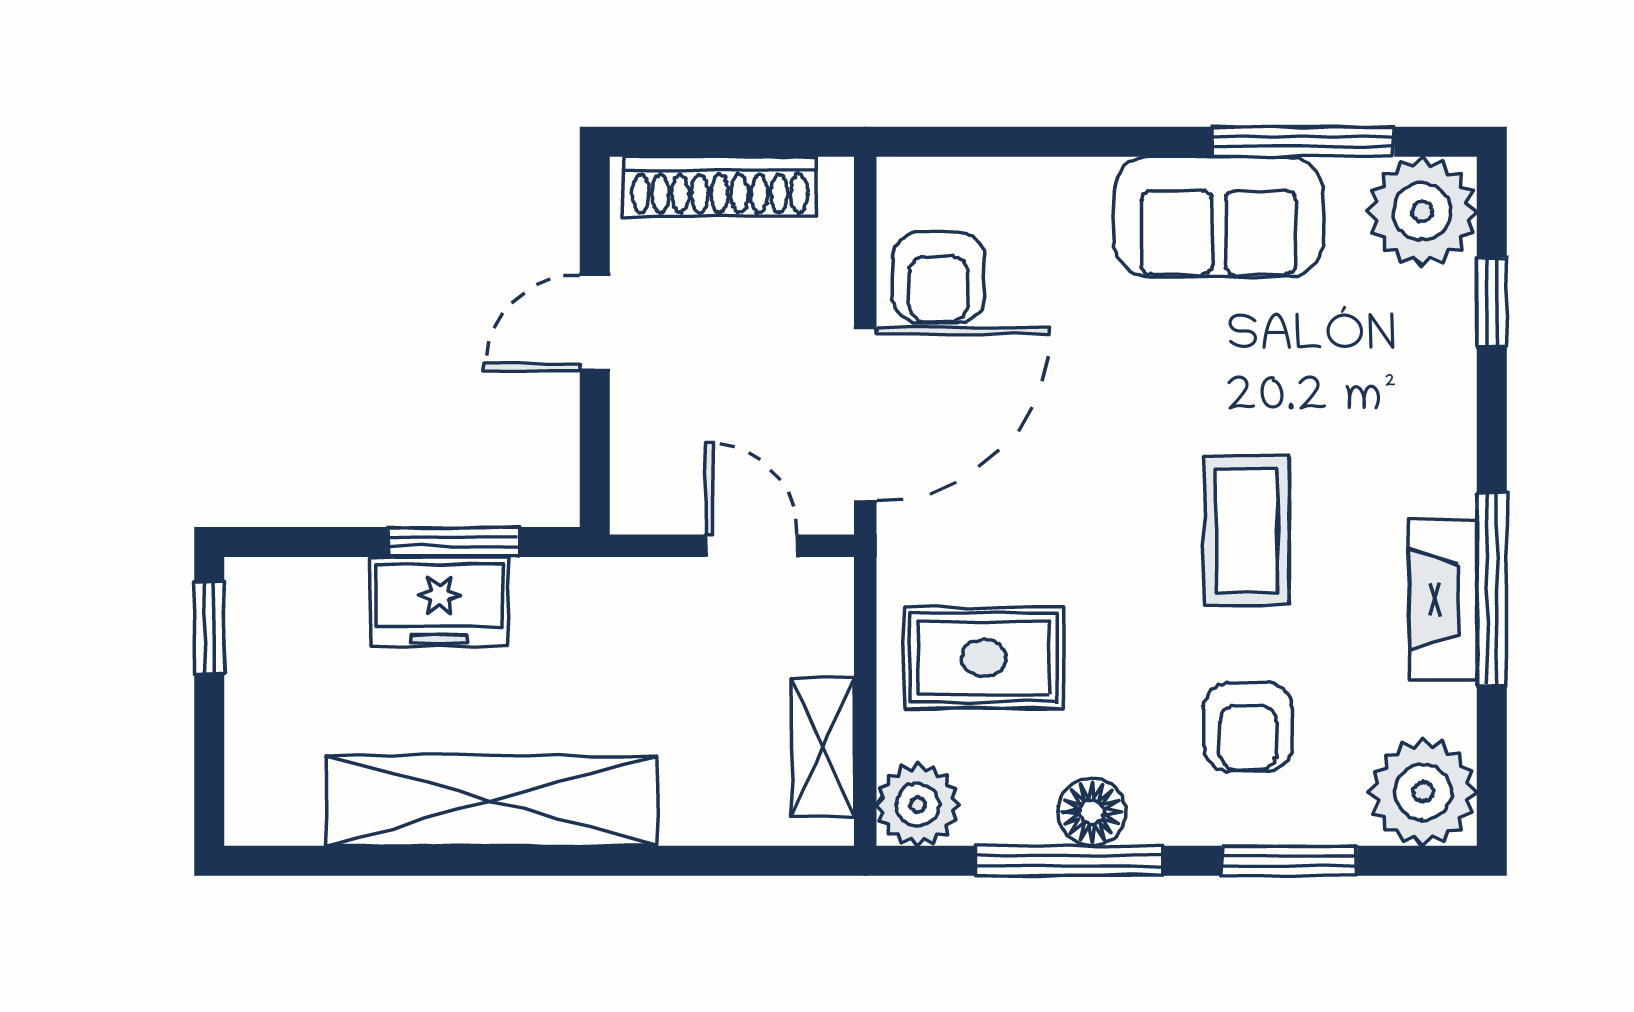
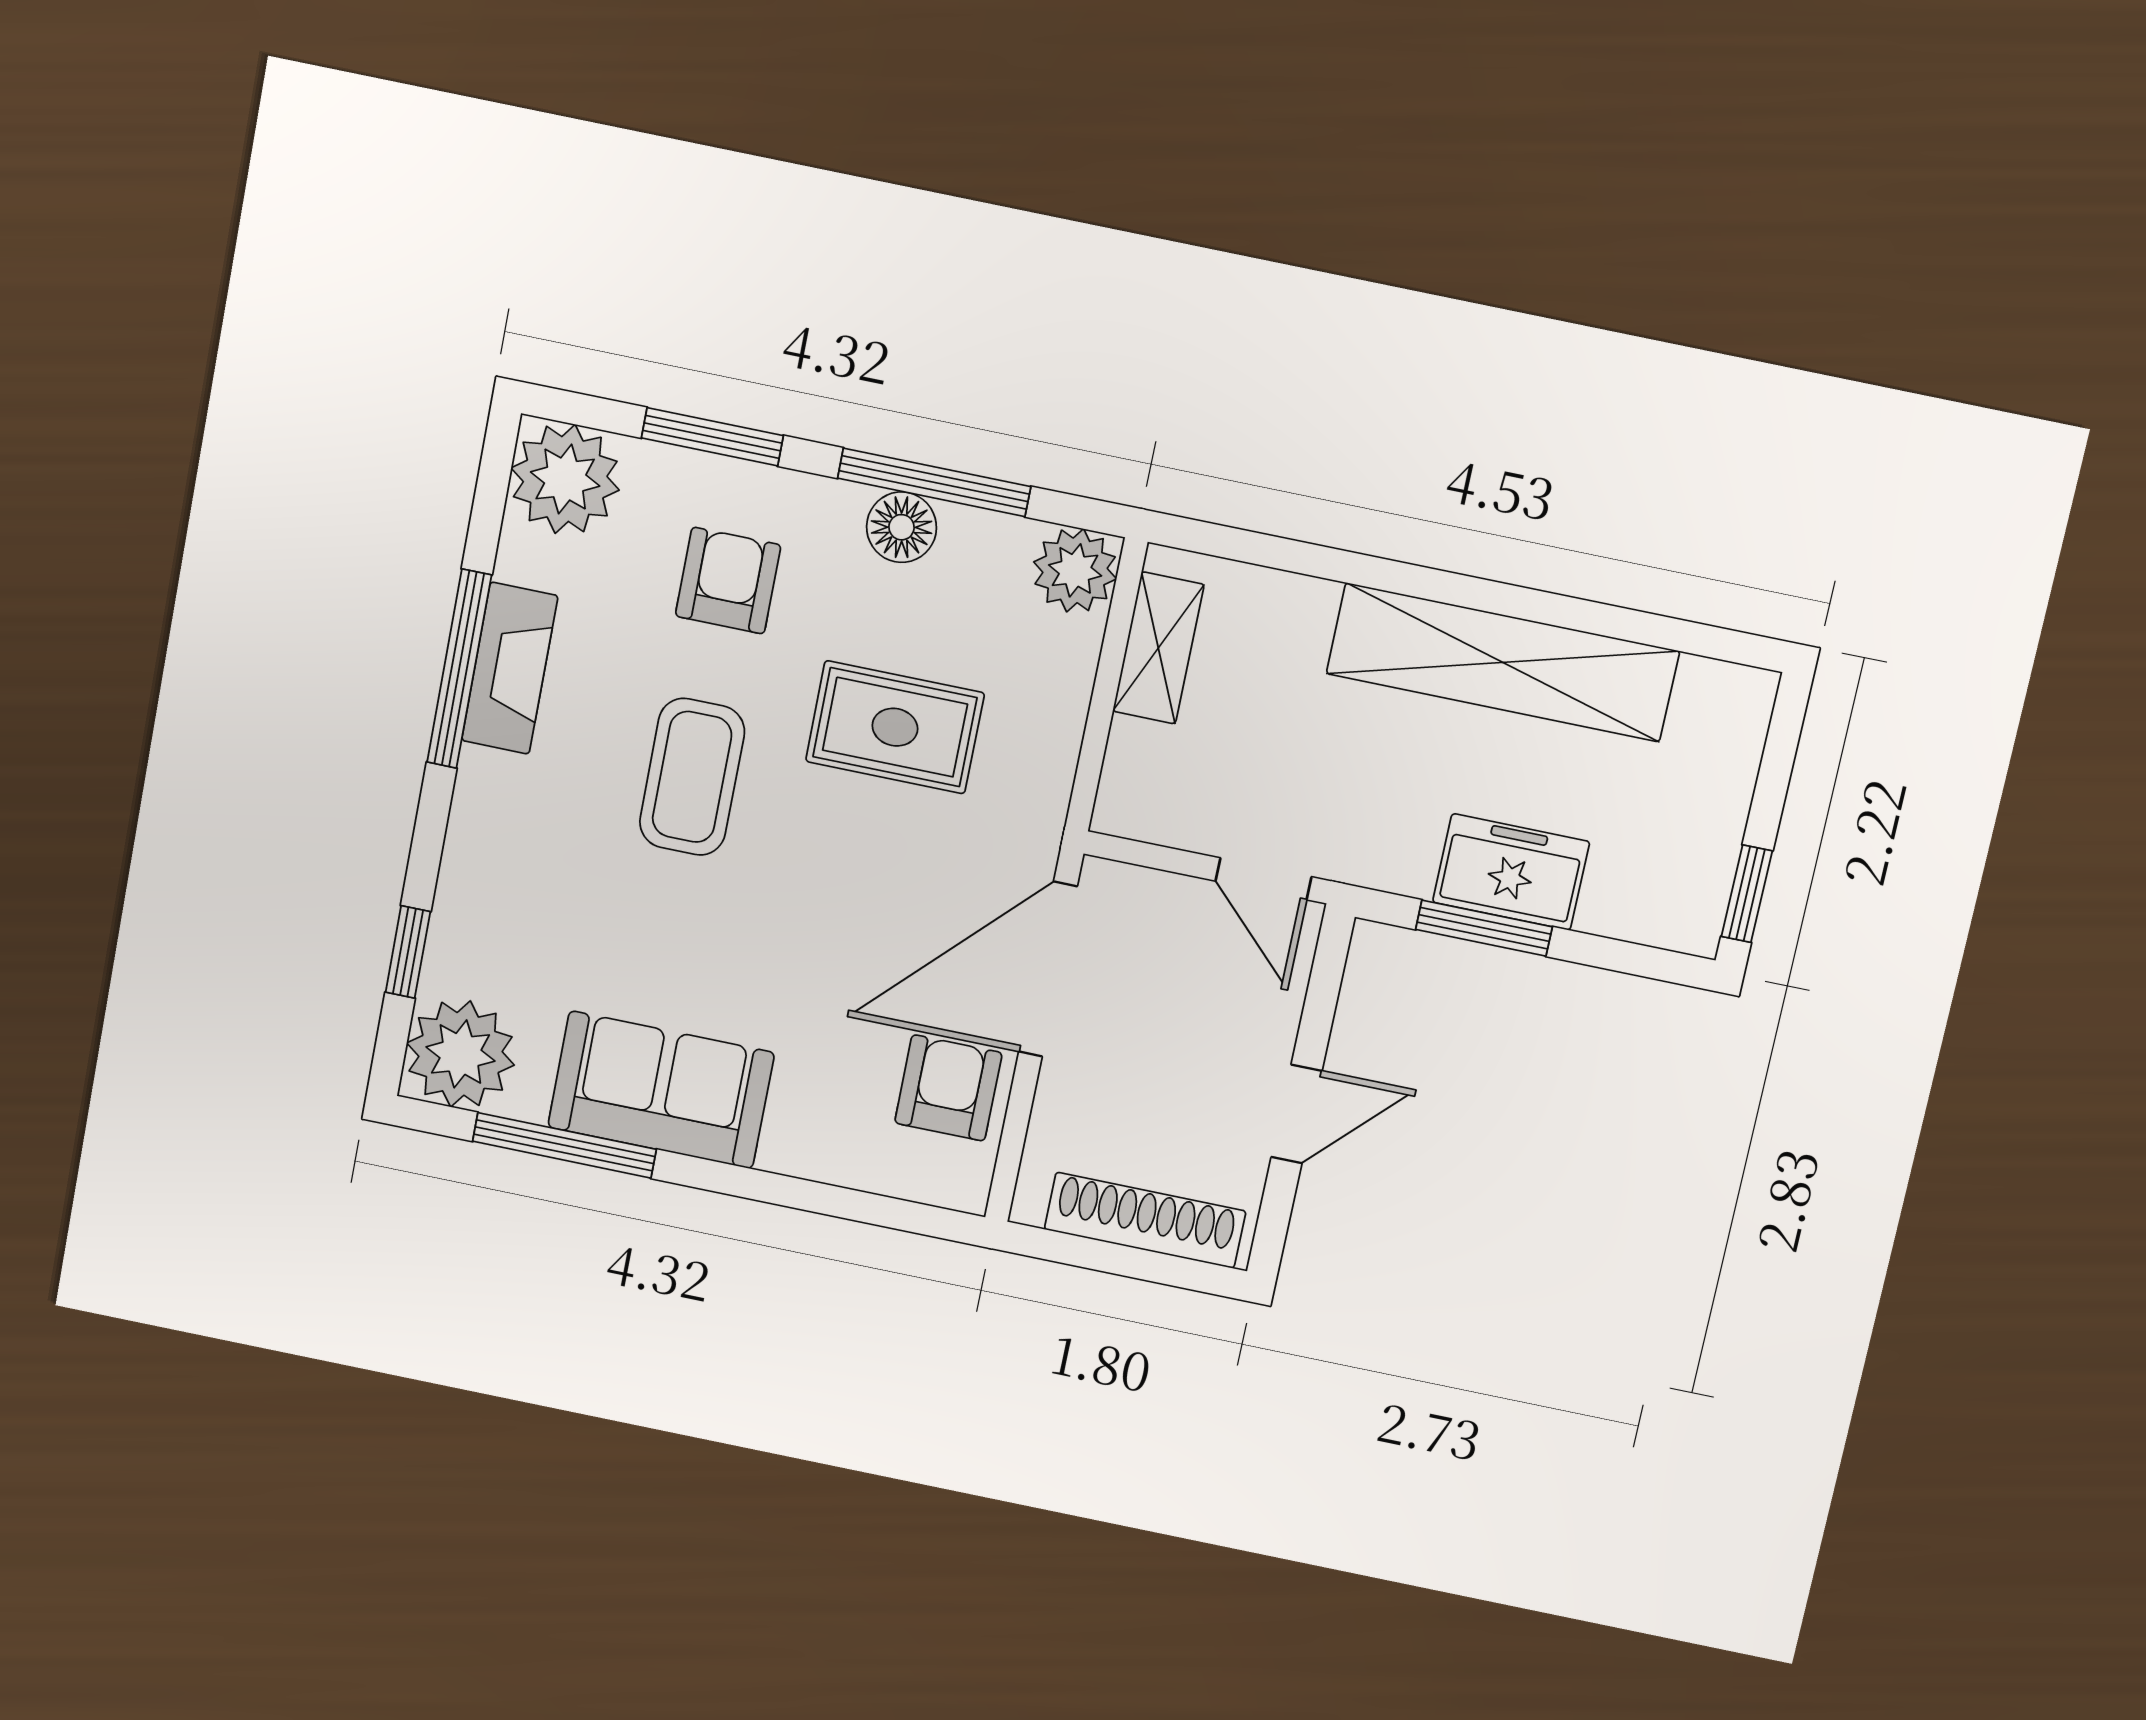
door: (752, 546) -> (1263, 879), moved
rug: (984, 658) -> (895, 727), moved

